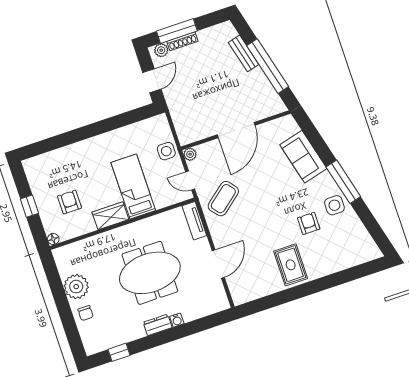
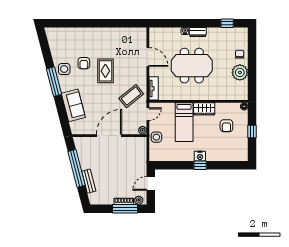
window: (89, 131) -> (200, 165), added
nightstand: (93, 145) -> (200, 156), added
door: (190, 180) -> (148, 114), hinge flipped
door: (218, 264) -> (148, 57), swing flipped
rug: (291, 265) -> (105, 71), moved

